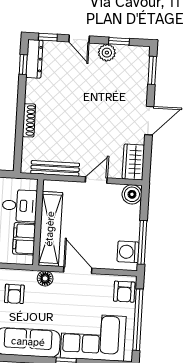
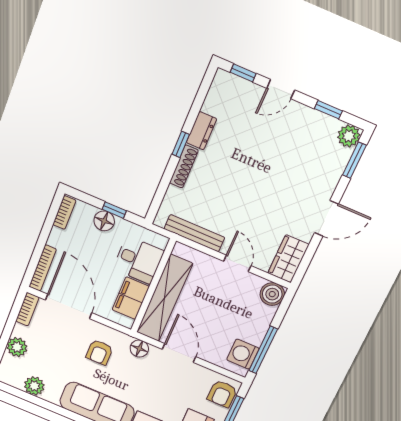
door: (79, 39) -> (281, 89), hinge flipped
plant: (107, 53) -> (349, 136), moved
dresser: (34, 59) -> (201, 131), moved, width x0.70
window: (23, 65) -> (181, 144), moved
door: (96, 180) -> (237, 263), hinge flipped

